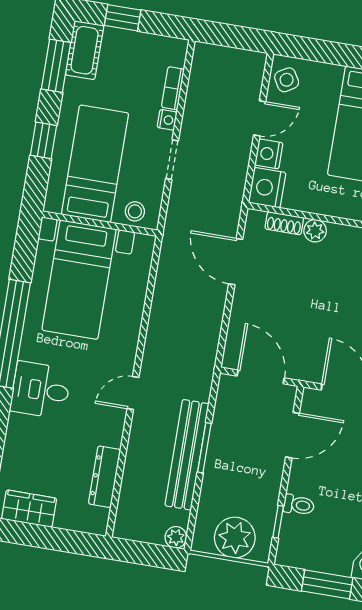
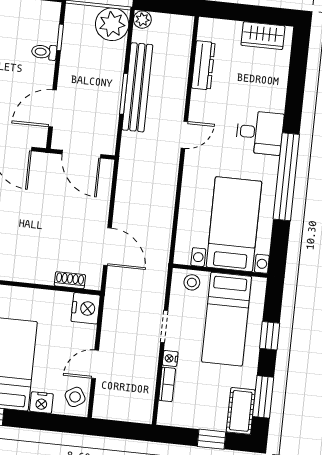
nightstand: (269, 154) -> (41, 403), moved, turned 90
plant: (315, 231) -> (44, 276), removed
plant: (235, 538) -> (112, 24), moved

